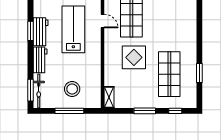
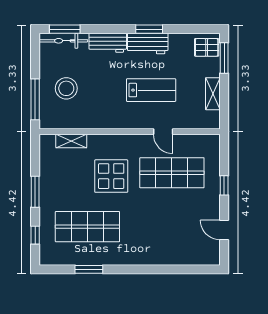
door: (103, 21) -> (163, 132), hinge flipped
lab bench: (73, 29) -> (151, 90), width x0.73, depth x0.72
shelving: (109, 97) -> (71, 141), moved
window: (69, 111) -> (35, 99), moved

